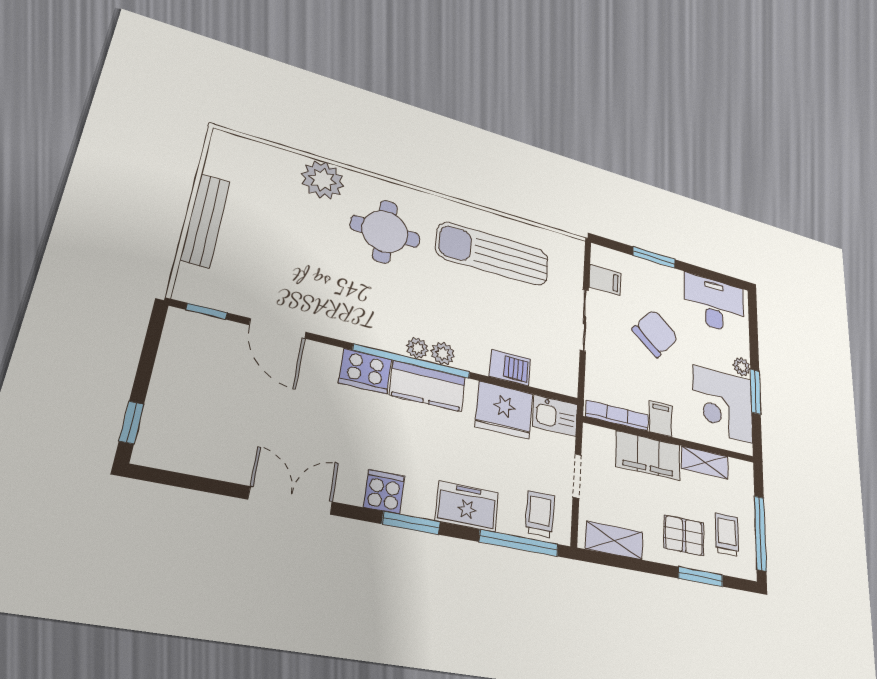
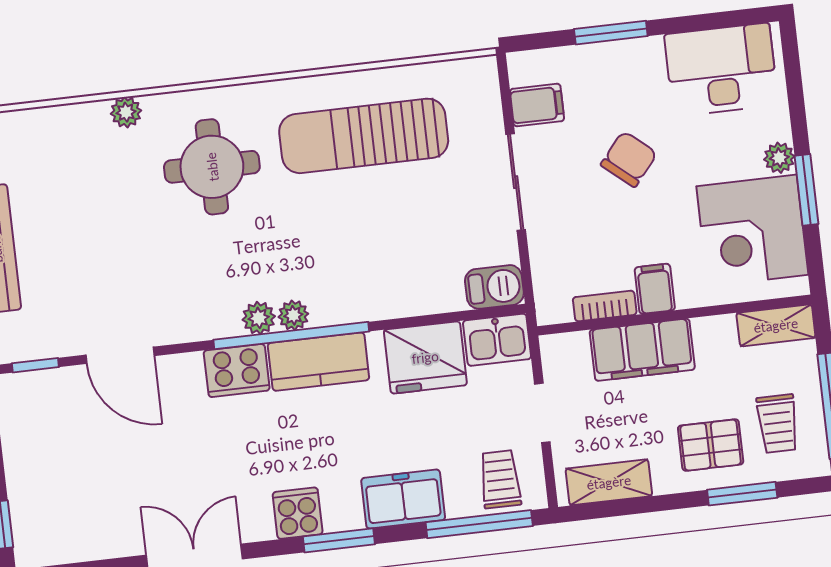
plant: (323, 180) -> (126, 112), width x0.53, depth x0.53
chair: (655, 333) -> (629, 159), width x0.73, depth x0.73
plant: (443, 354) -> (259, 318), moved
barbecue: (510, 368) -> (494, 287), moved
bookcase: (617, 416) -> (605, 306), width x0.64
shelving: (705, 462) -> (776, 325), moved
trolley: (727, 535) -> (778, 424), turned 180

